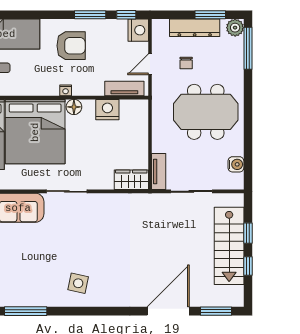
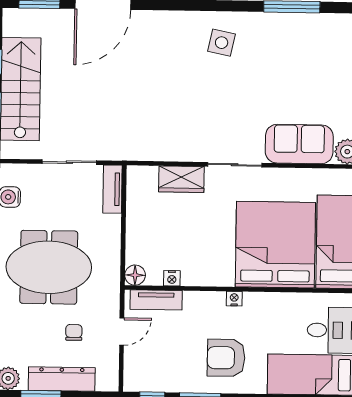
nightstand: (138, 30) -> (137, 377), removed
floor lamp: (74, 107) -> (135, 275), moved
nightstand: (107, 110) -> (172, 278), width x0.53, depth x0.56
wardrobe: (131, 180) -> (181, 179), moved

